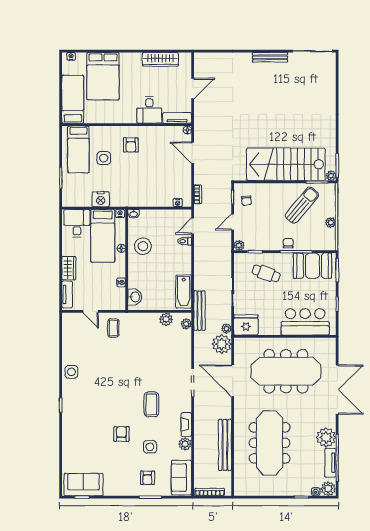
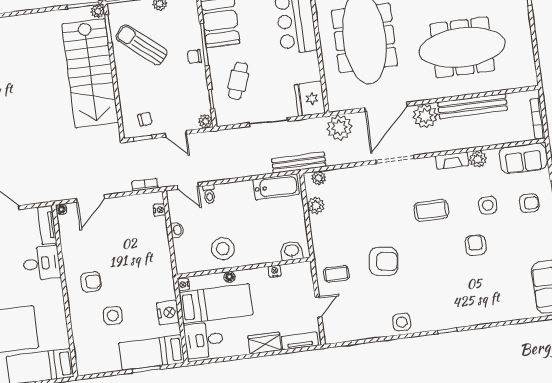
bed: (78, 149) -> (152, 353), moved, turned 180
washbasin: (134, 214) -> (177, 230), moved
plant: (226, 329) -> (425, 116), moved, width x1.87, depth x1.87
armchair: (118, 364) -> (384, 261), added
armchair: (121, 434) -> (475, 245), turned 90

